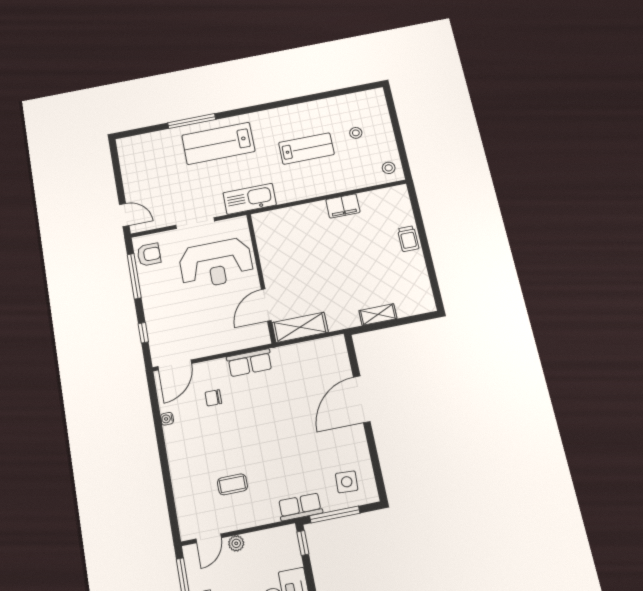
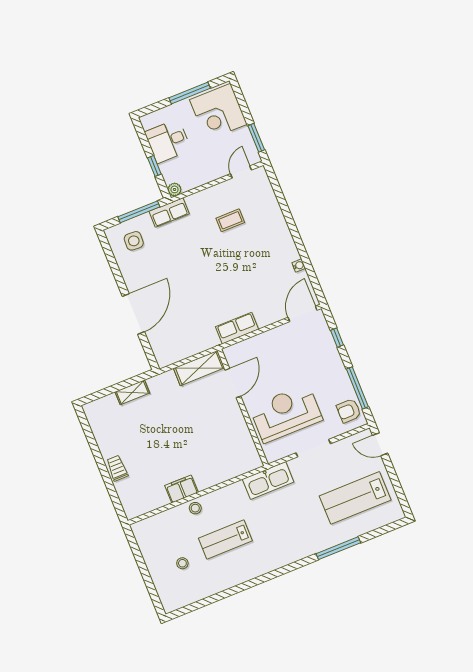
lab bench: (218, 143) -> (355, 498), moved, turned 180
stool: (389, 168) -> (195, 508), moved
chair: (213, 398) -> (262, 291), removed
plant: (236, 543) -> (175, 189), moved
window: (303, 543) -> (154, 166), moved

